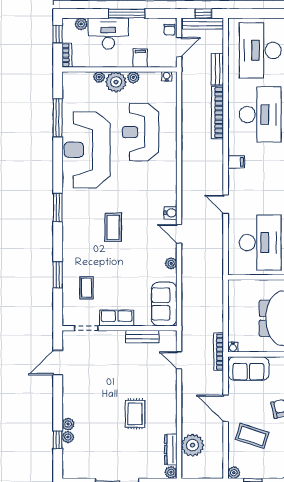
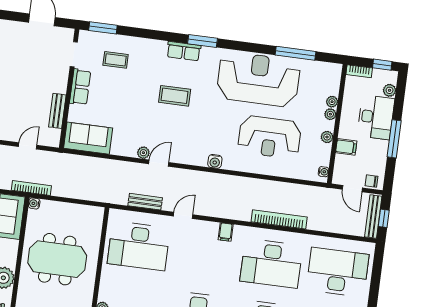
bench: (217, 69) -> (145, 202), moved
plant: (116, 82) -> (330, 114), width x0.53, depth x0.53
reception desk: (140, 132) -> (269, 137), turned 180
water cooler: (170, 213) -> (215, 161), moved
row of seats: (70, 224) -> (184, 51), added
plant: (171, 263) -> (143, 153), moved
window: (58, 275) -> (103, 28), moved

